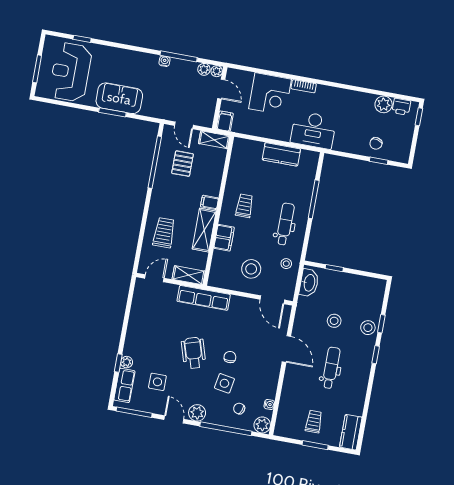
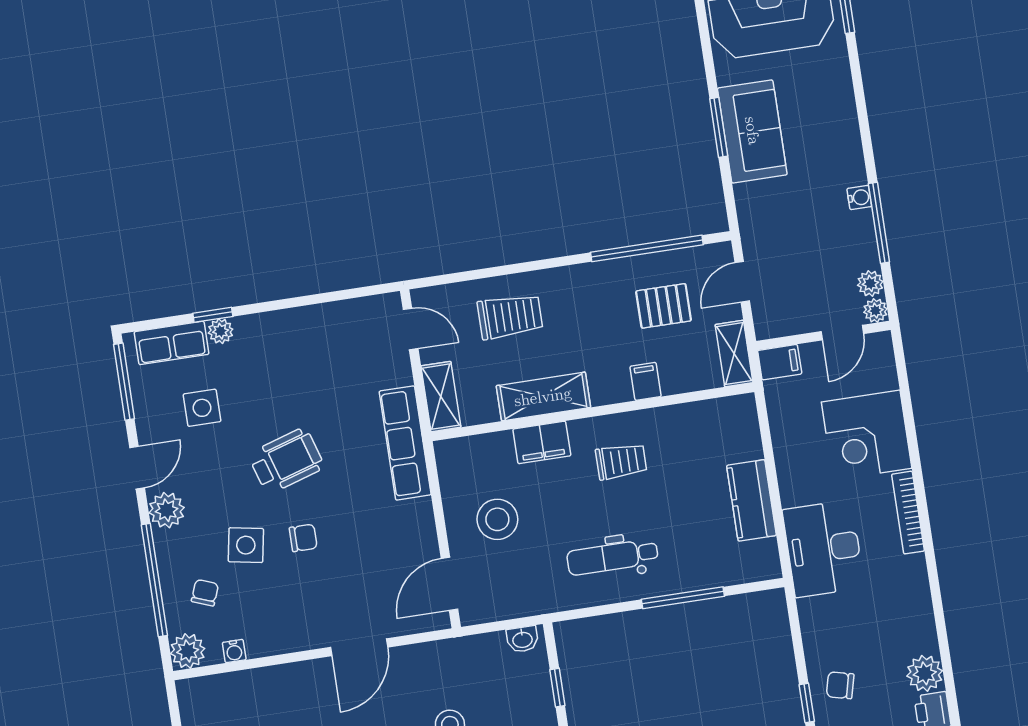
bookcase: (304, 86) -> (908, 513), width x1.56
filing cabinet: (209, 202) -> (646, 381), moved
dental chair: (285, 224) -> (612, 557), turned 180
stool: (286, 264) -> (533, 587), removed
washbasin: (309, 283) -> (522, 639), width x0.52, depth x0.69

